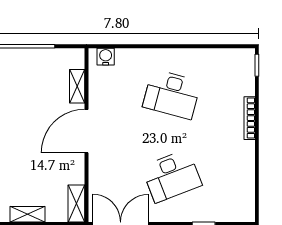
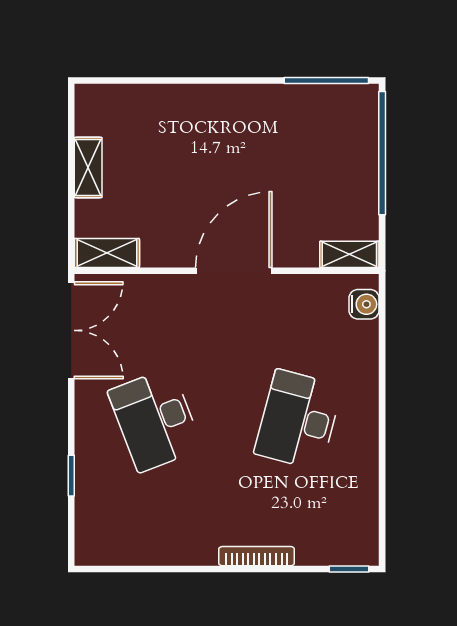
shelving: (77, 86) -> (349, 254), moved
door: (87, 131) -> (234, 271), hinge flipped

